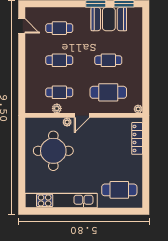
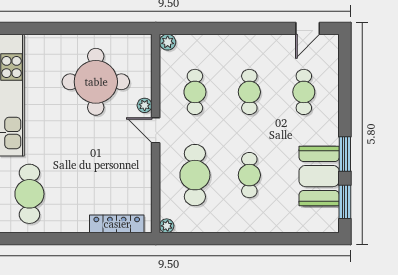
plant: (57, 108) -> (168, 42), moved

